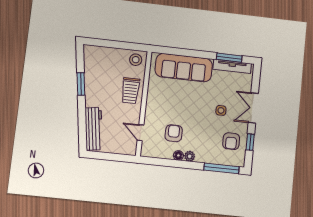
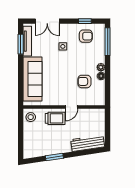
double door: (253, 108) -> (47, 21), moved
door: (140, 133) -> (72, 107), moved

